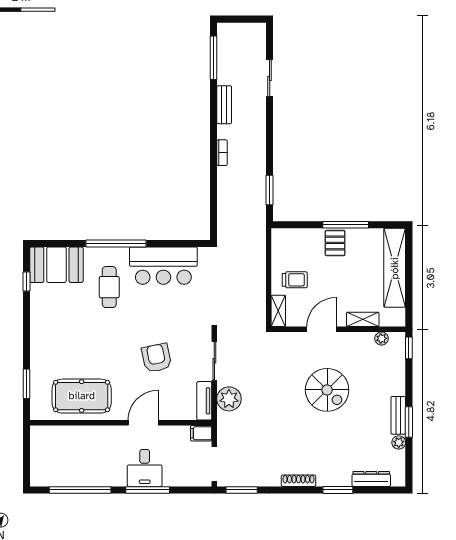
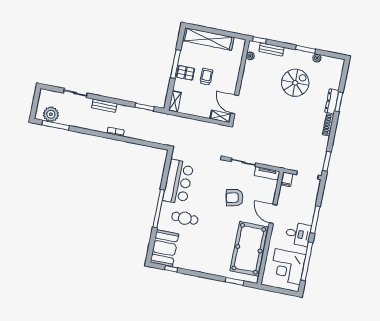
bench: (224, 105) -> (104, 106), moved
trolley: (295, 280) -> (206, 77), moved
shelving: (363, 319) -> (175, 101), moved
door: (322, 329) -> (235, 104), moved
spiral stairs: (327, 390) -> (295, 83), moved
pool table: (82, 396) -> (249, 249), width x1.36, depth x1.32
plant: (229, 399) -> (51, 114), moved
bench: (398, 415) -> (271, 49), moved
corner desk: (66, 462) -> (288, 267), added
desk: (145, 468) -> (298, 234), moved
dresser: (371, 479) -> (332, 101), moved

